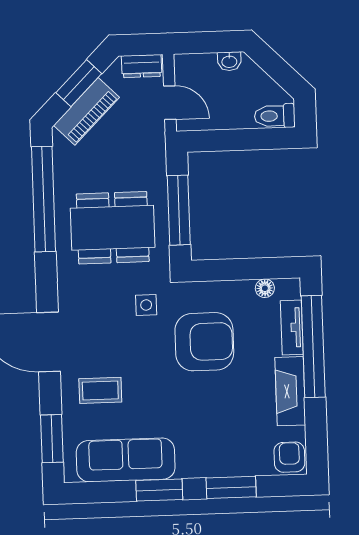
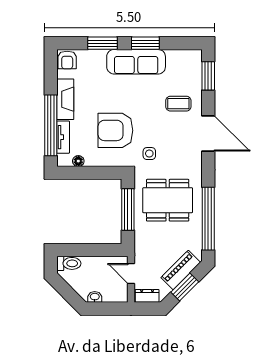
sofa: (126, 460) -> (136, 62), moved

